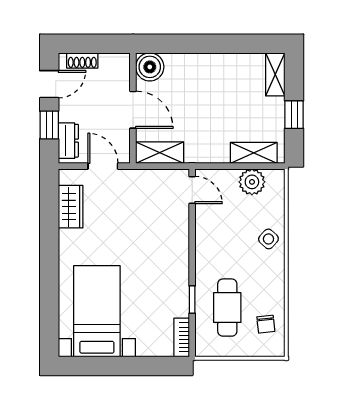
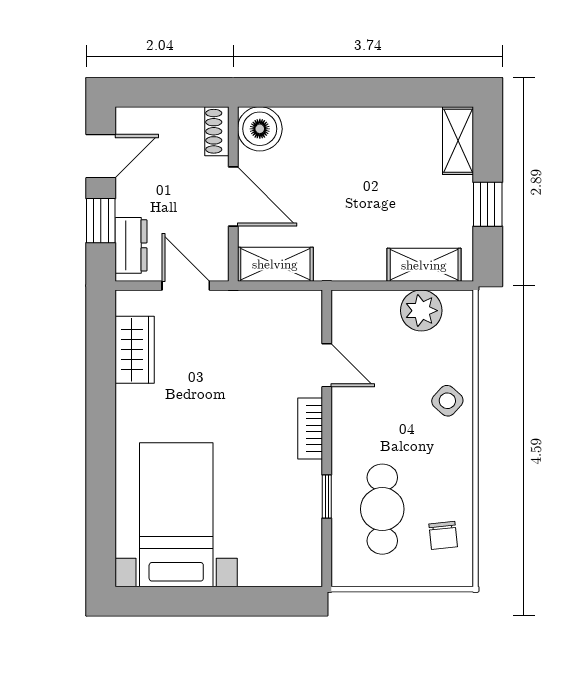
shoe rack: (82, 60) -> (217, 131), moved, turned 90
door: (192, 190) -> (327, 365), moved
bookcase: (182, 337) -> (310, 428), moved

